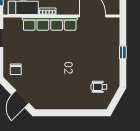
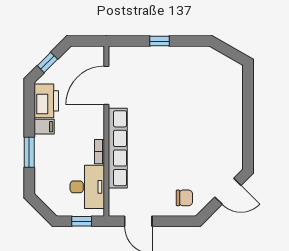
wheelchair: (99, 87) -> (210, 76), removed

